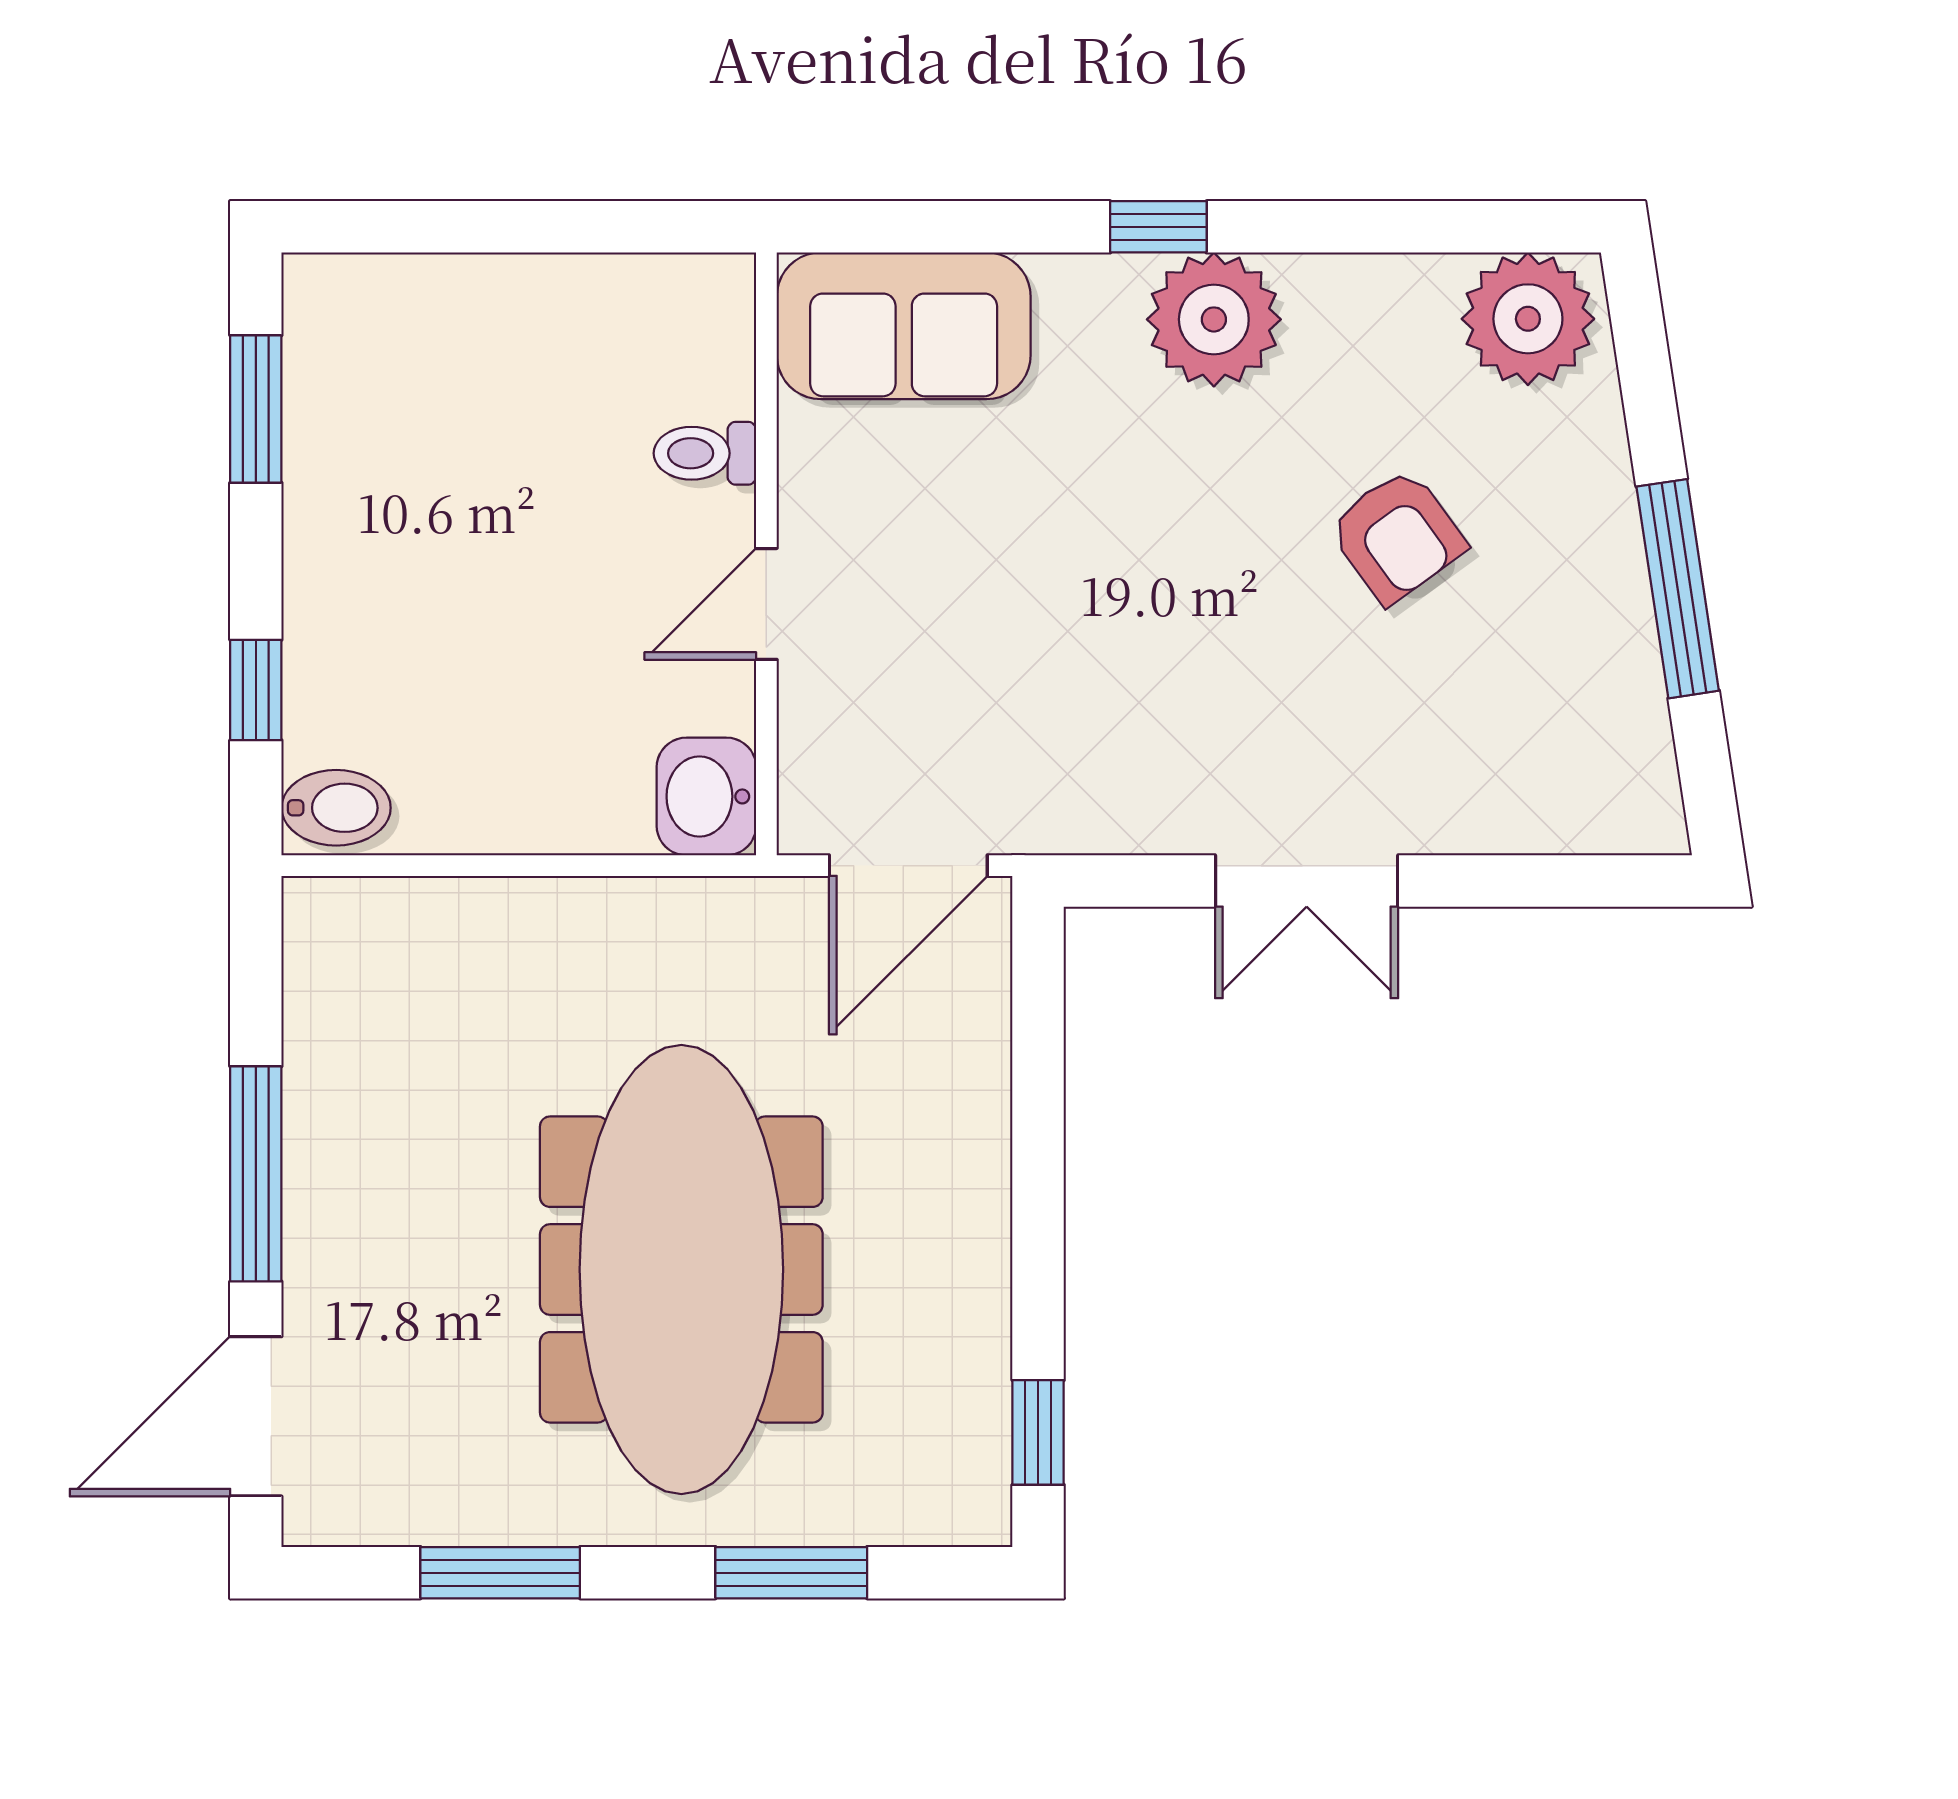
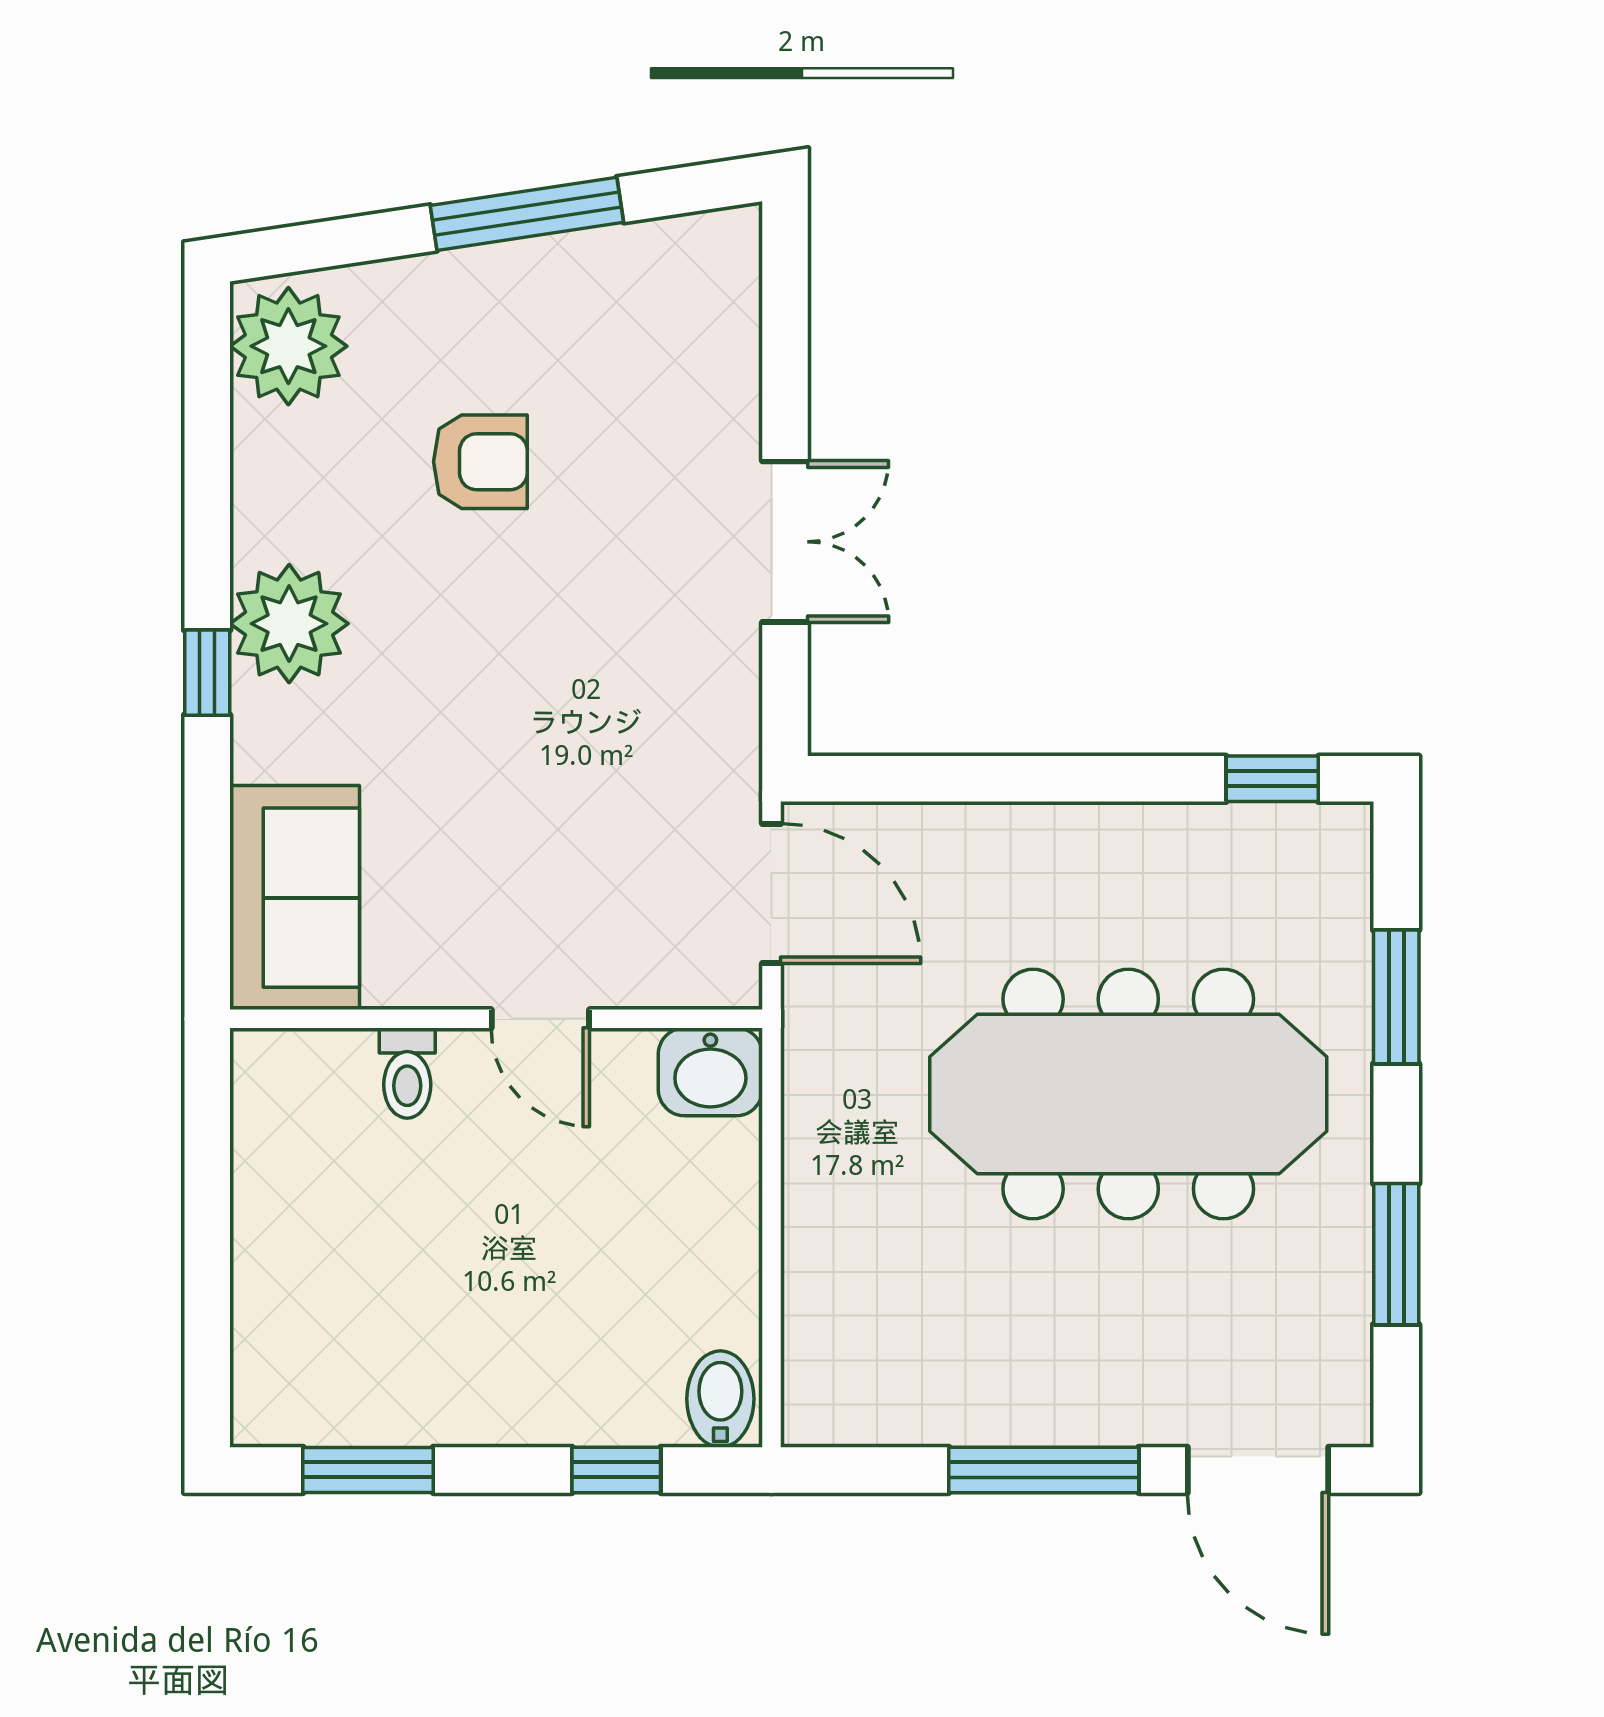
armchair: (1397, 536) -> (480, 462), turned 36

